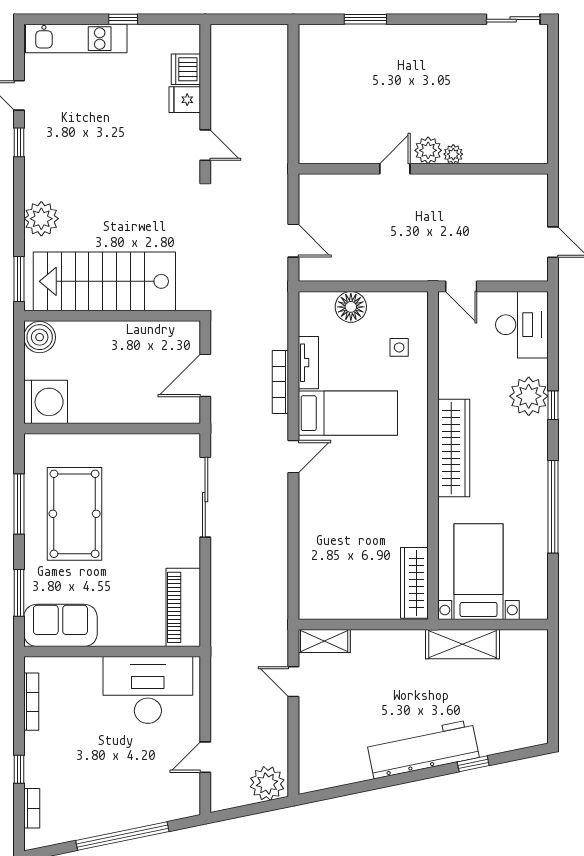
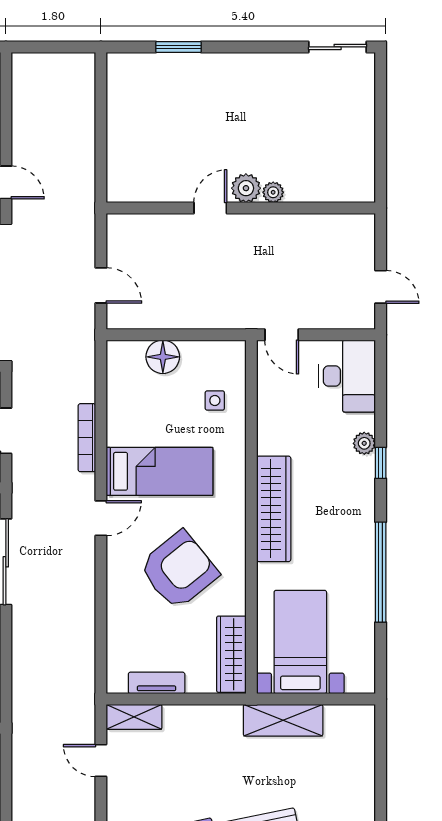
tv unit: (308, 363) -> (157, 683), moved, turned -90
plant: (529, 396) -> (364, 443), width x0.53, depth x0.53
armchair: (366, 505) -> (179, 570), added

